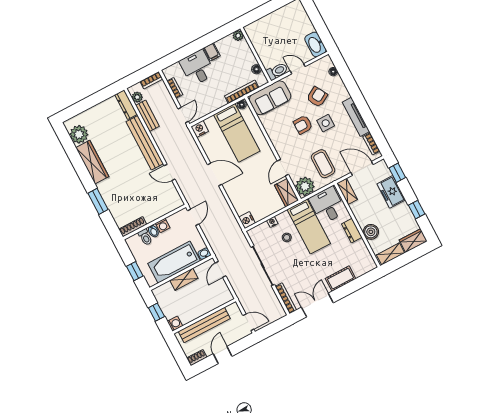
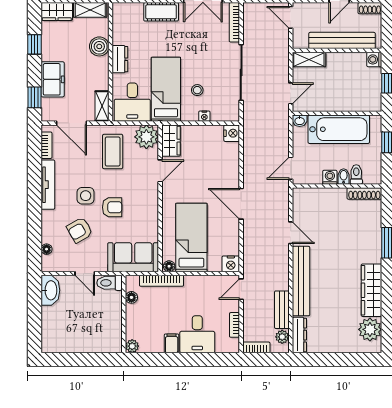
shelving: (184, 279) -> (309, 60), moved

